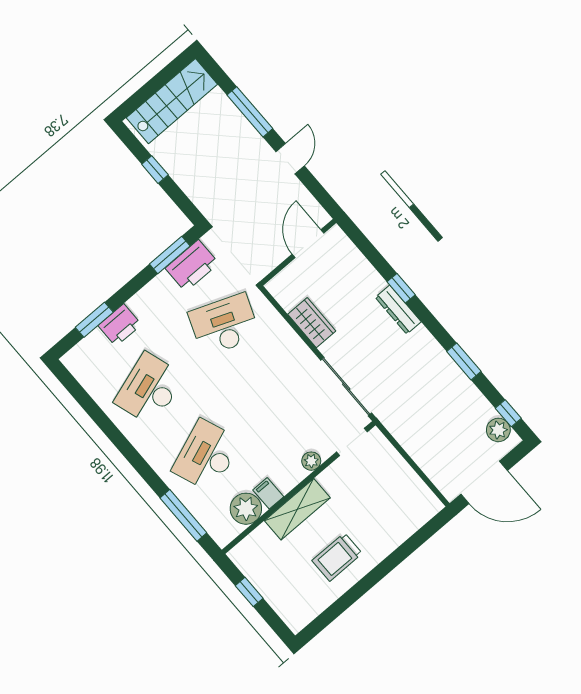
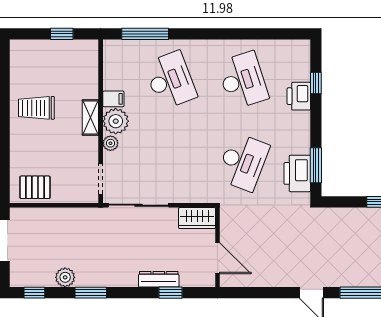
door: (308, 244) -> (218, 258), moved
wall: (298, 252) -> (218, 247), moved
window: (94, 320) -> (316, 83), width x0.67
plant: (498, 430) -> (65, 277), moved
pallet: (411, 496) -> (35, 187), added
plant: (246, 509) -> (116, 121), moved
shelving: (297, 509) -> (90, 118), width x0.67, depth x0.75
trolley: (337, 557) -> (36, 108), turned -90

